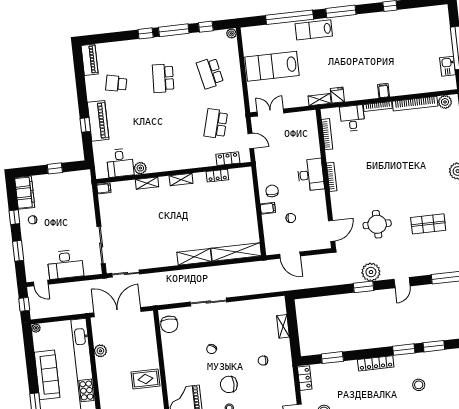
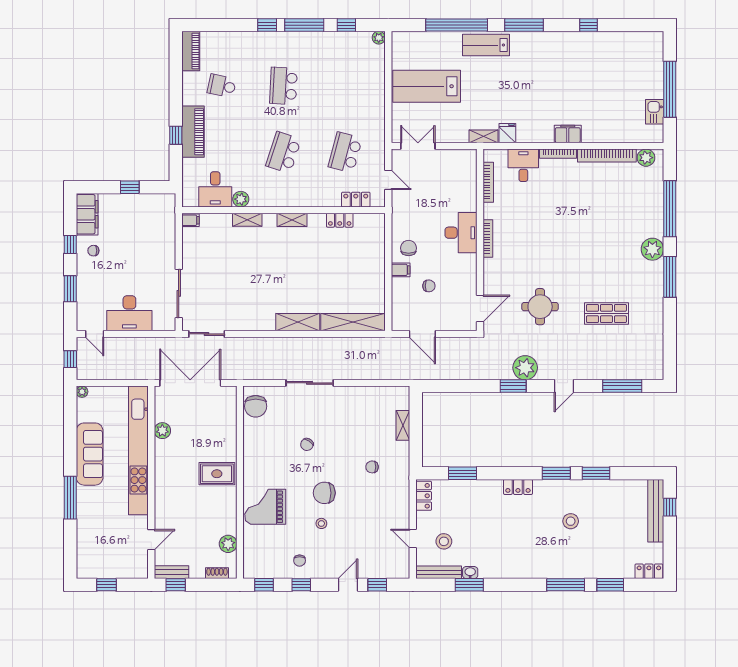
school desk: (210, 73) -> (283, 152), moved, turned 30
filing cabinet: (383, 91) -> (568, 134), width x2.00
locker: (376, 363) -> (518, 487), width x0.66

